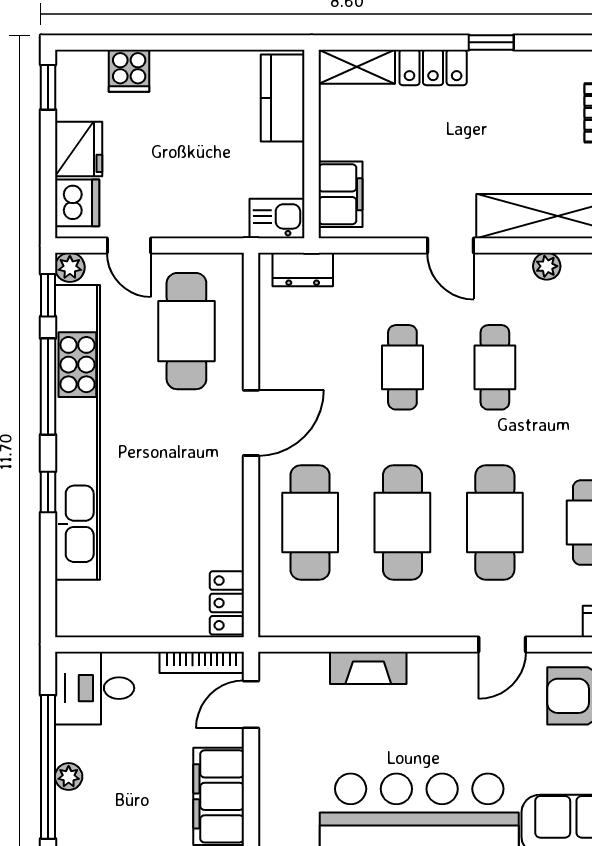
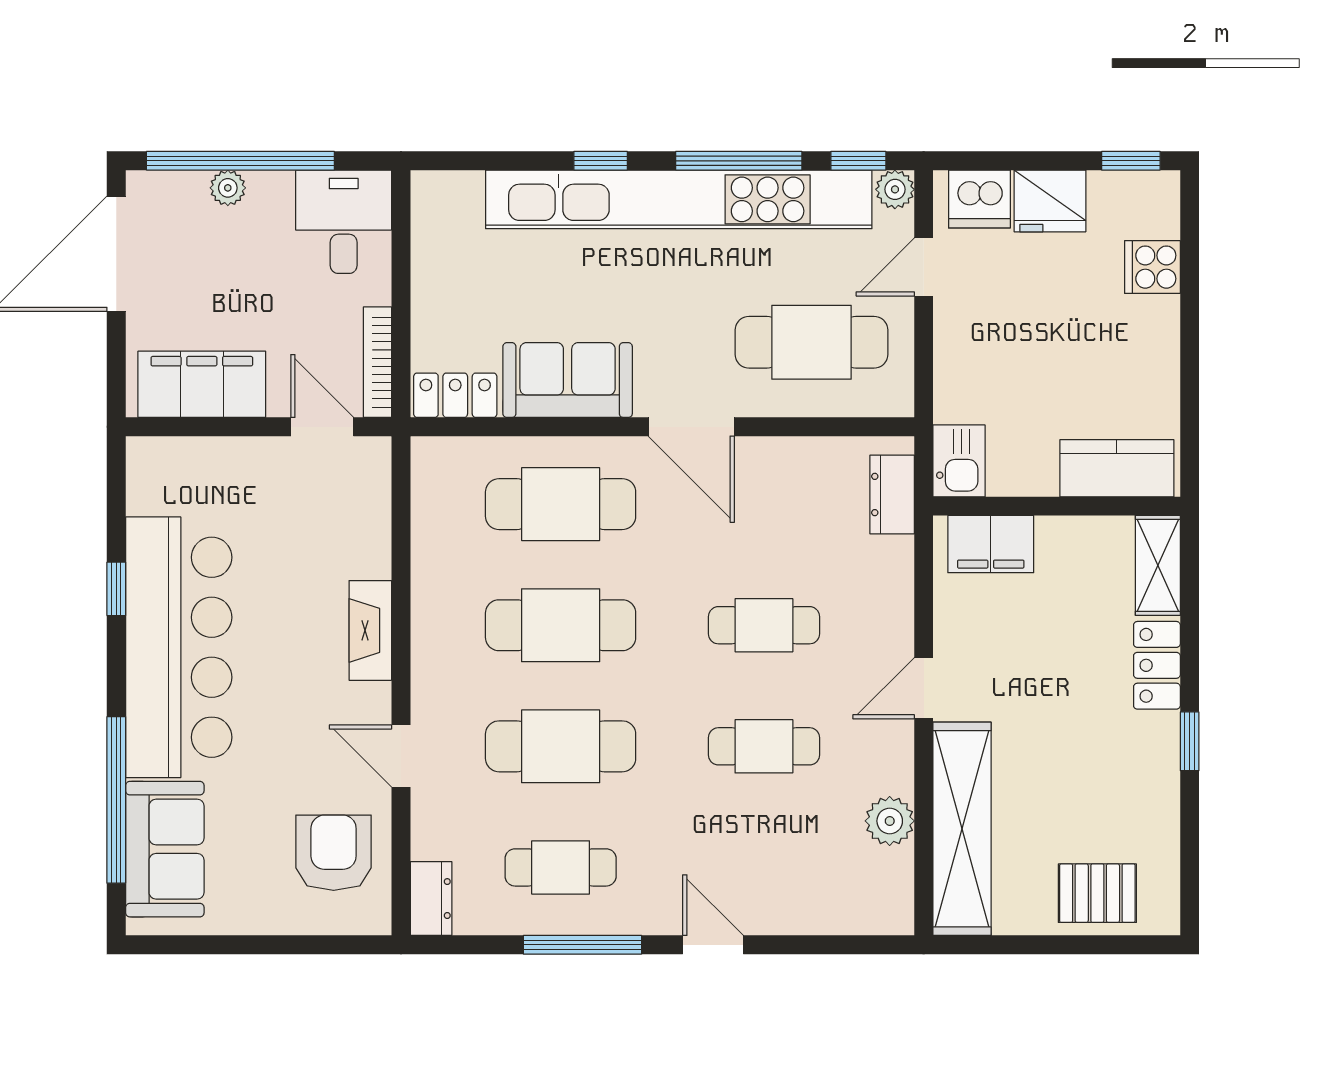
plant: (547, 266) -> (890, 821), width x1.38, depth x1.38
sofa: (215, 517) -> (568, 380), added
fireplace: (368, 668) -> (370, 630), moved

